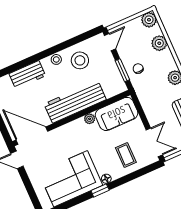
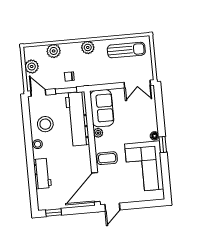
plant: (149, 20) -> (32, 67), moved
workbench: (75, 102) -> (77, 119), moved
double door: (154, 142) -> (137, 84), swing flipped
coffee table: (126, 155) -> (107, 158), moved

